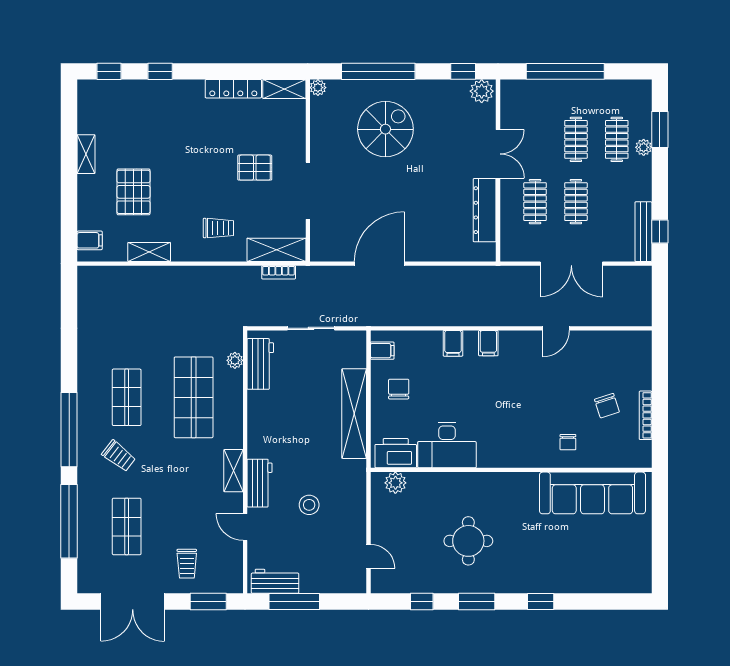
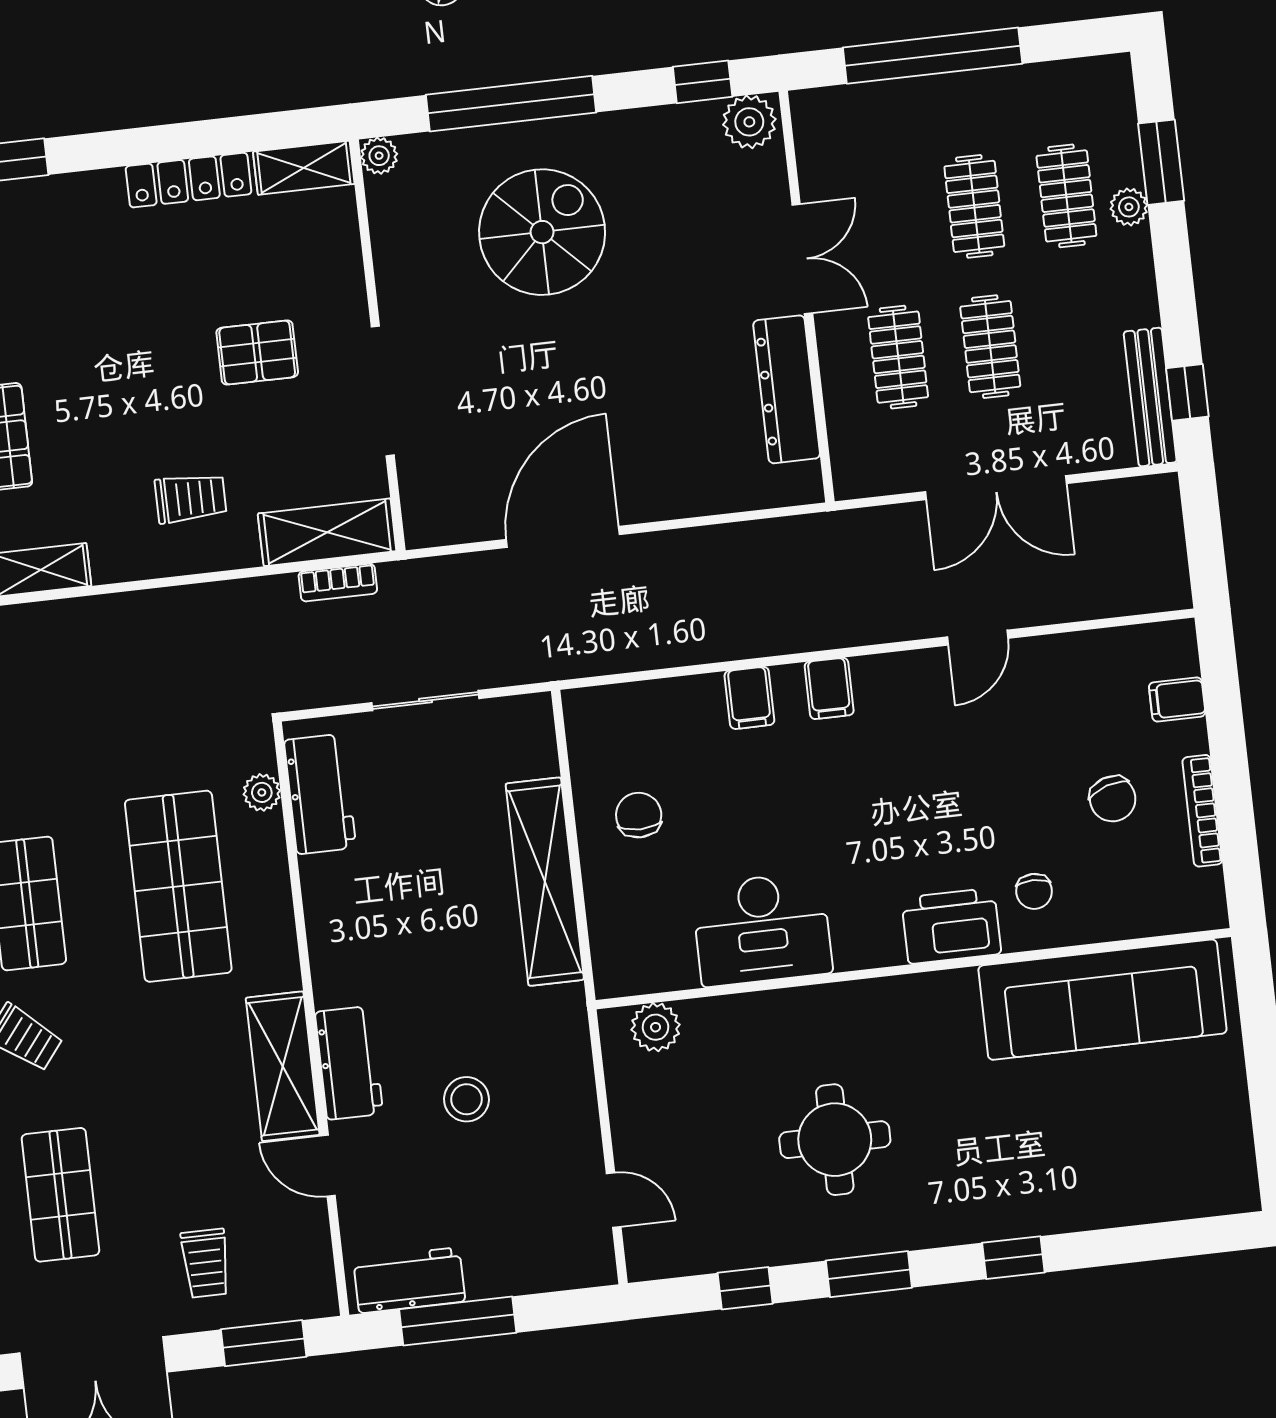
filing cabinet: (382, 351) -> (1177, 699), moved, turned 180
printer: (396, 453) -> (951, 926), moved
shelving: (234, 471) -> (283, 1066), width x1.50, depth x1.33

